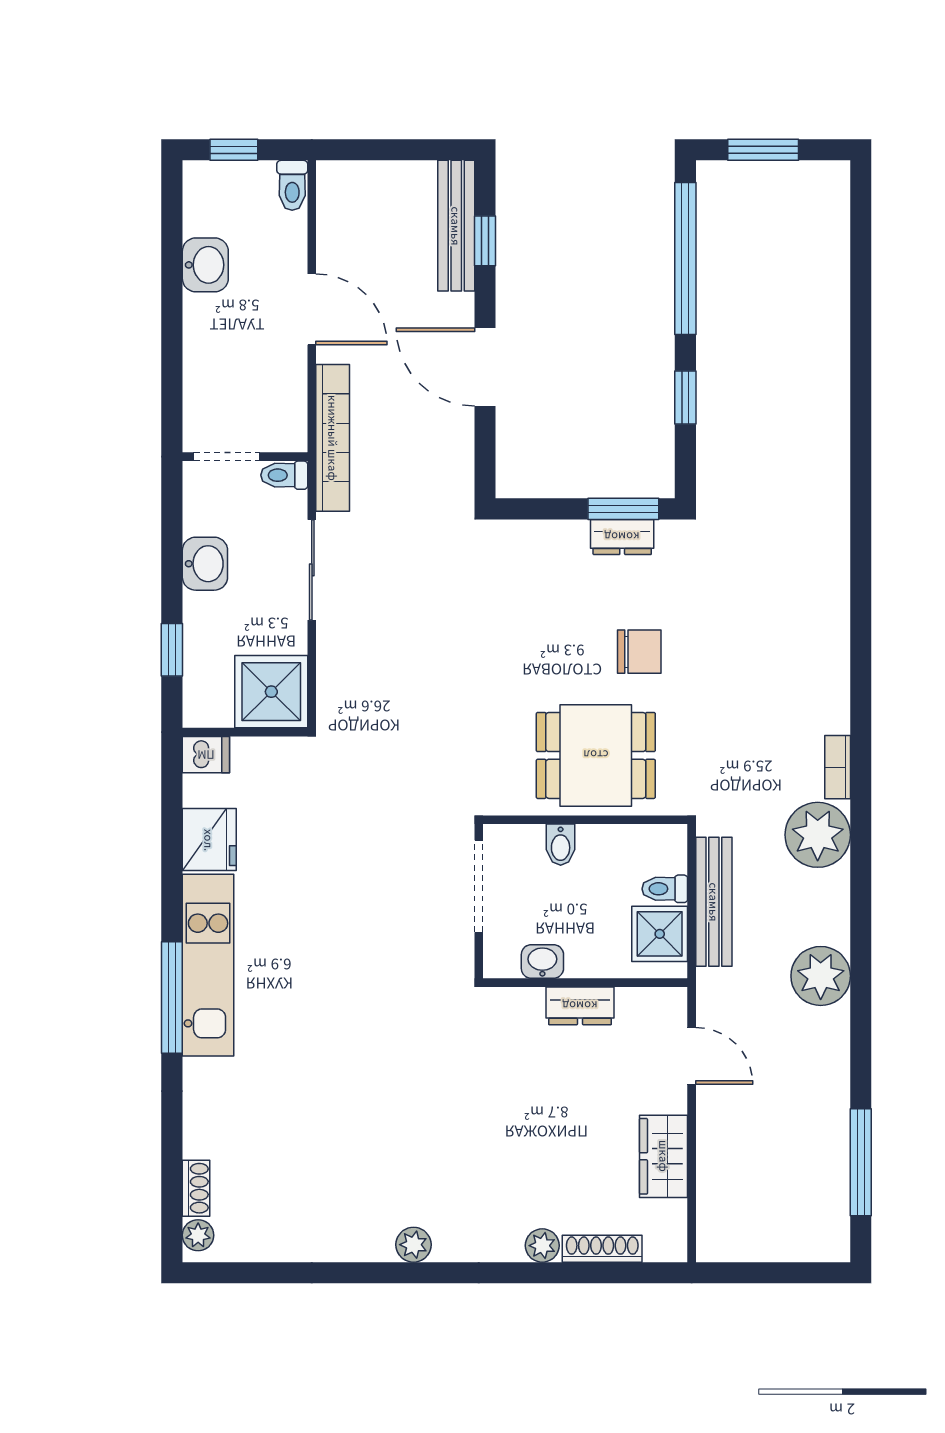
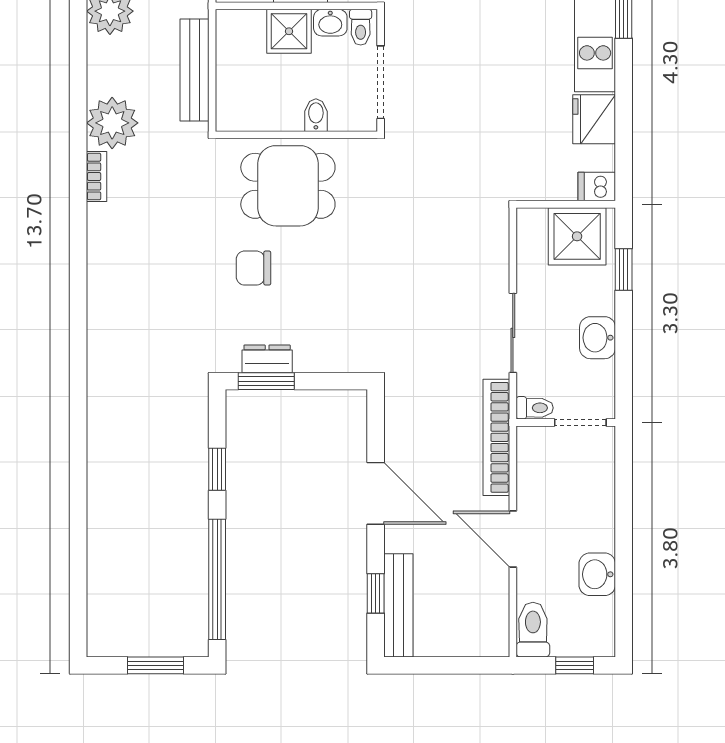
toilet: (292, 185) -> (533, 630), width x1.37, depth x1.39
shower: (271, 692) -> (577, 236), moved
toilet: (665, 889) -> (361, 27), moved, turned 90
shower: (660, 934) -> (289, 31), moved

